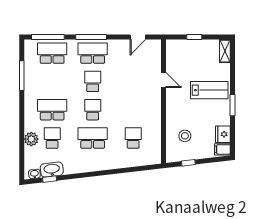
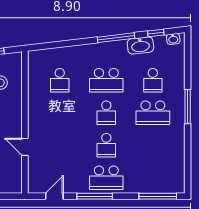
window: (91, 37) -> (95, 196), moved
school desk: (52, 53) -> (153, 178), removed
window: (22, 76) -> (188, 107), moved
plant: (31, 139) -> (177, 79), removed
washbasin: (52, 170) -> (140, 45), moved
window: (84, 175) -> (116, 38), added

